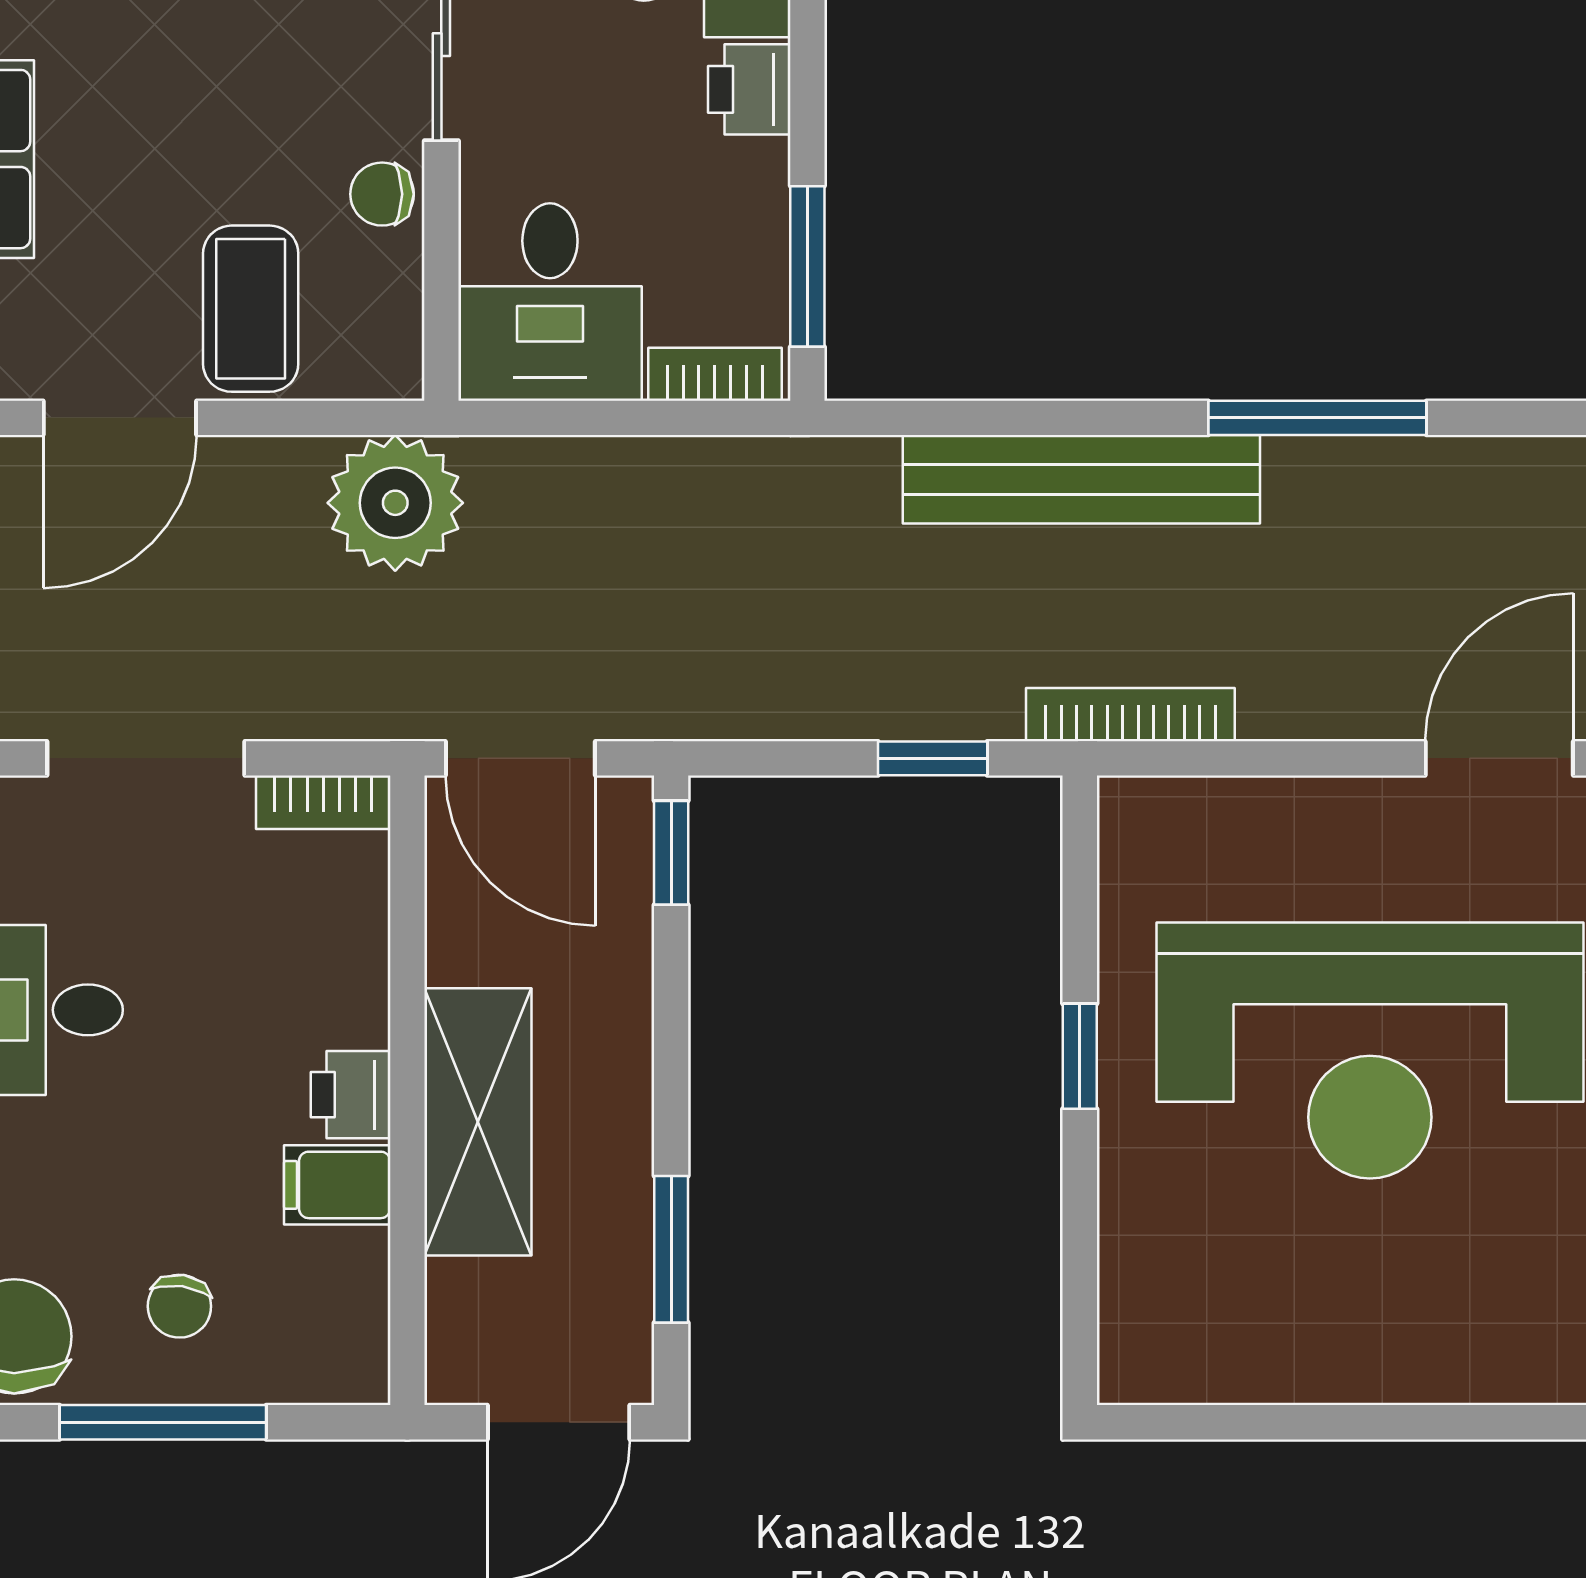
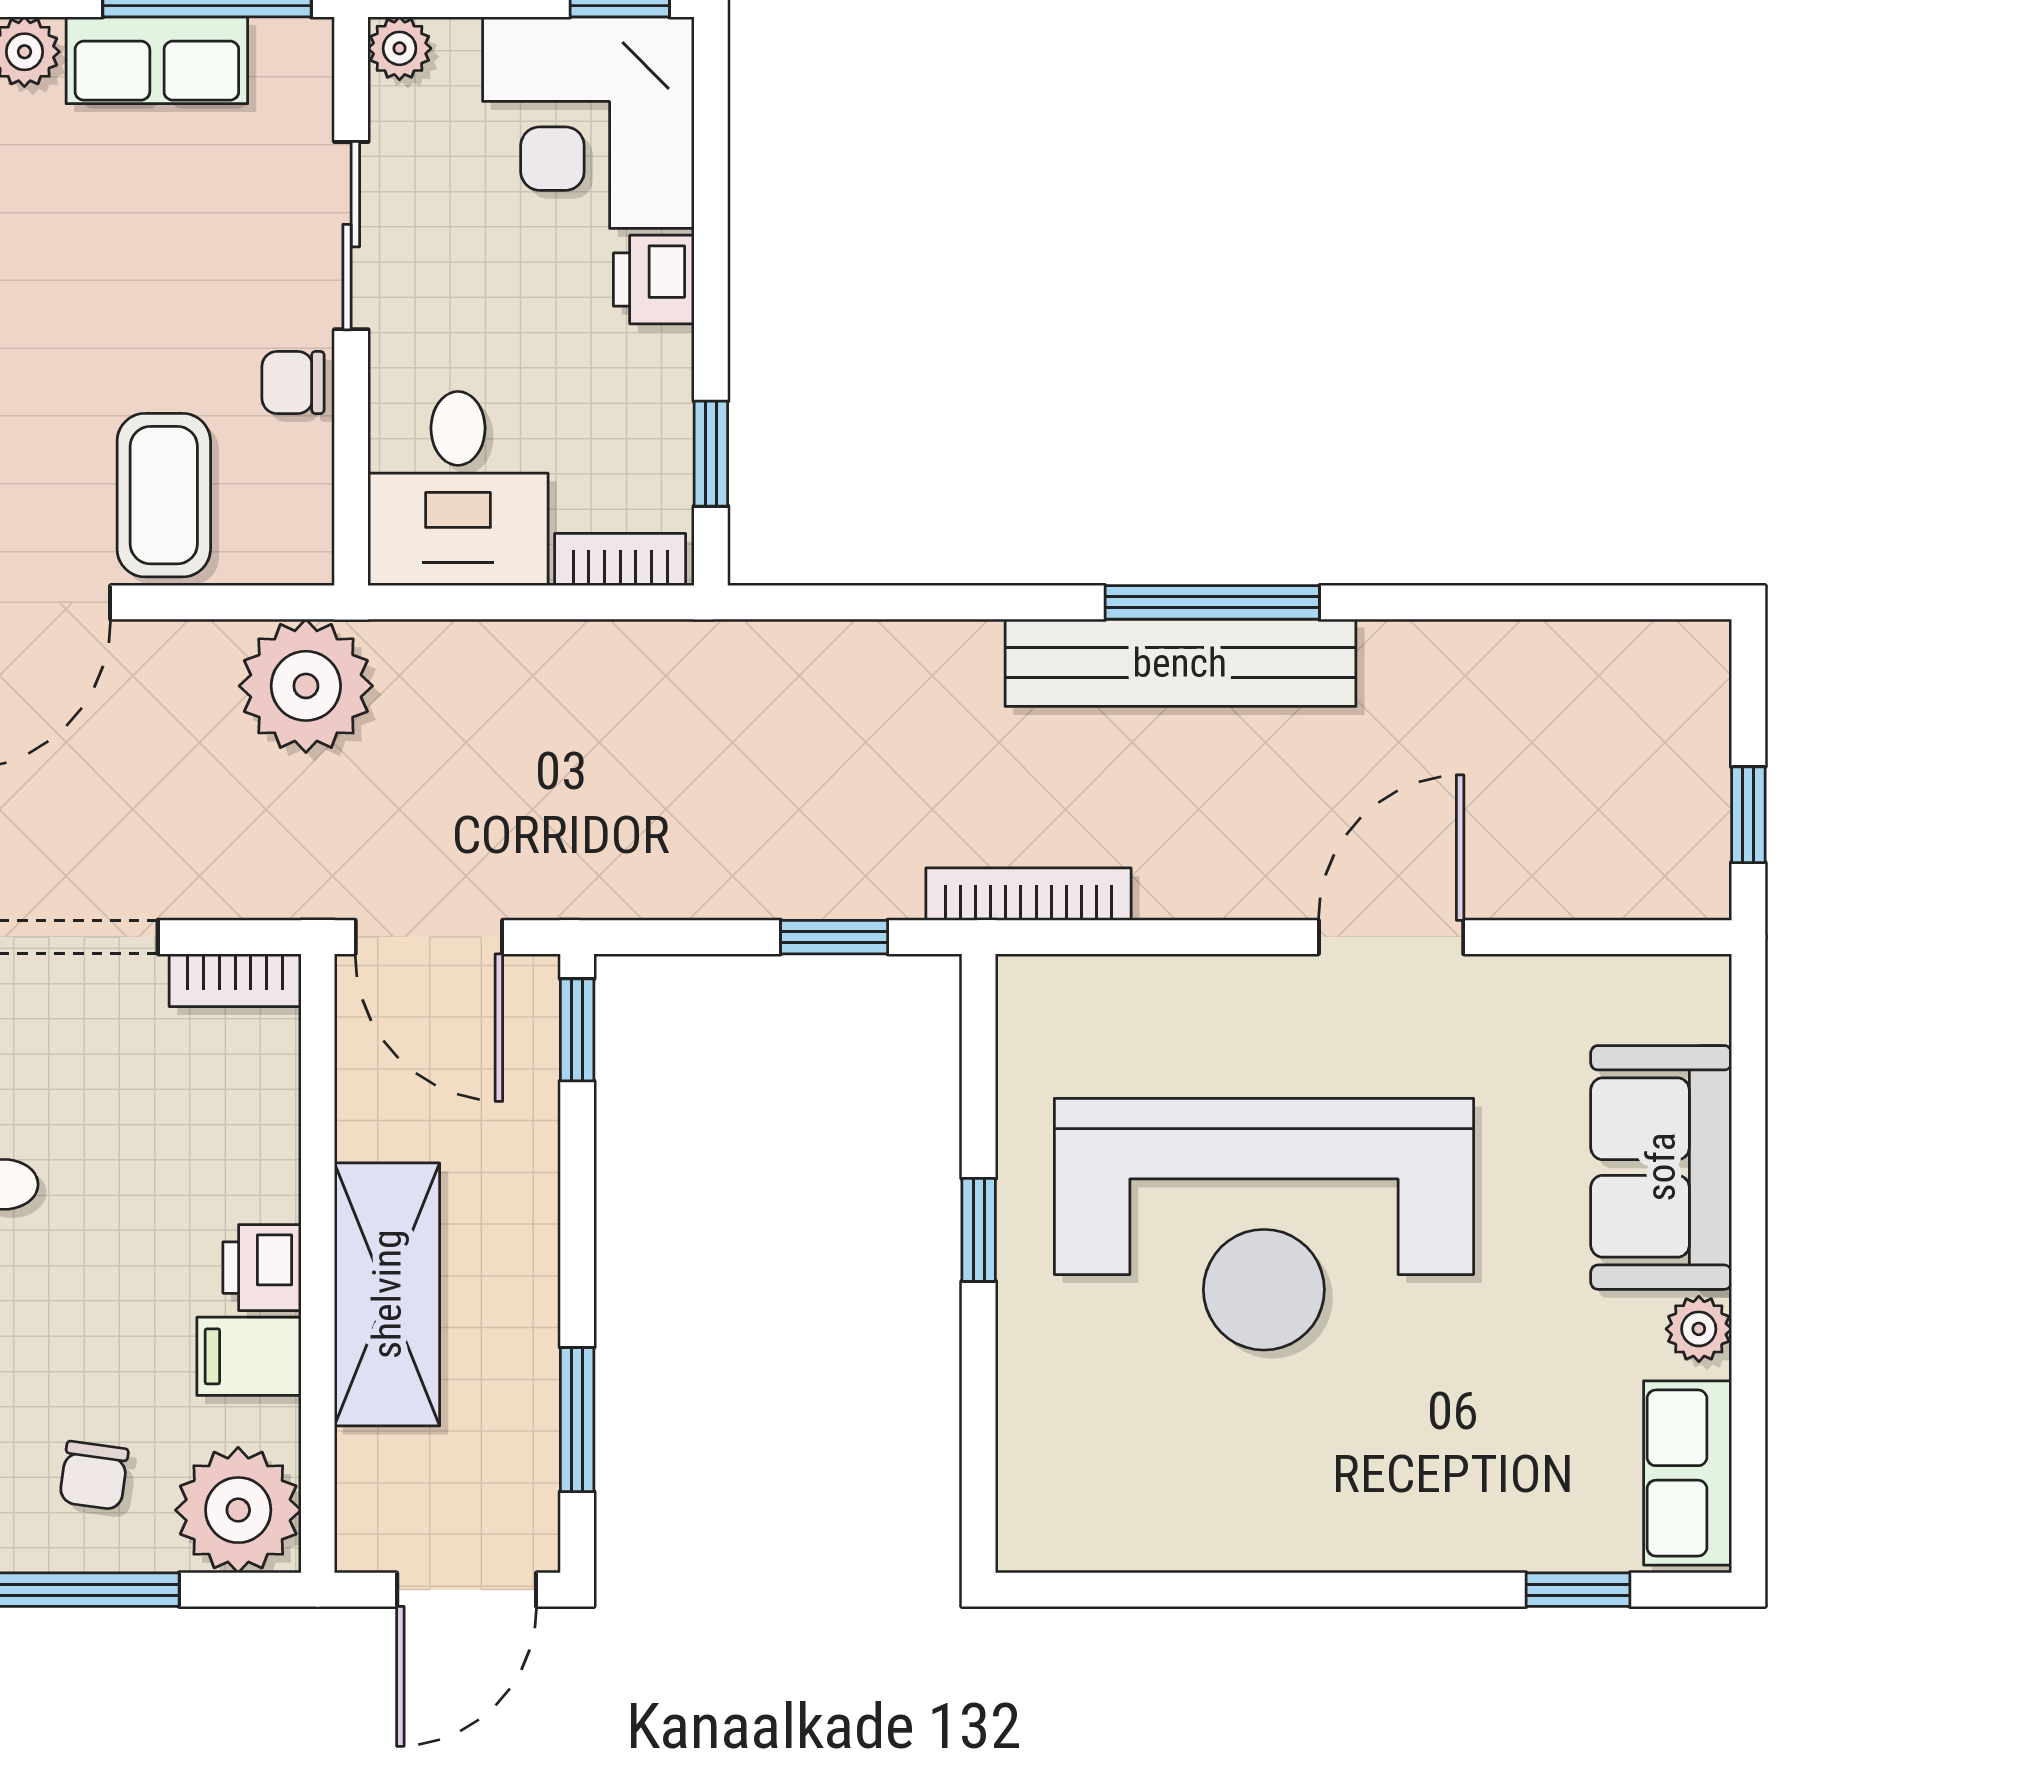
window: (807, 266) -> (711, 454), width x0.67
bench: (1081, 479) -> (1180, 663), moved
plant: (326, 1341) -> (238, 1510), added

